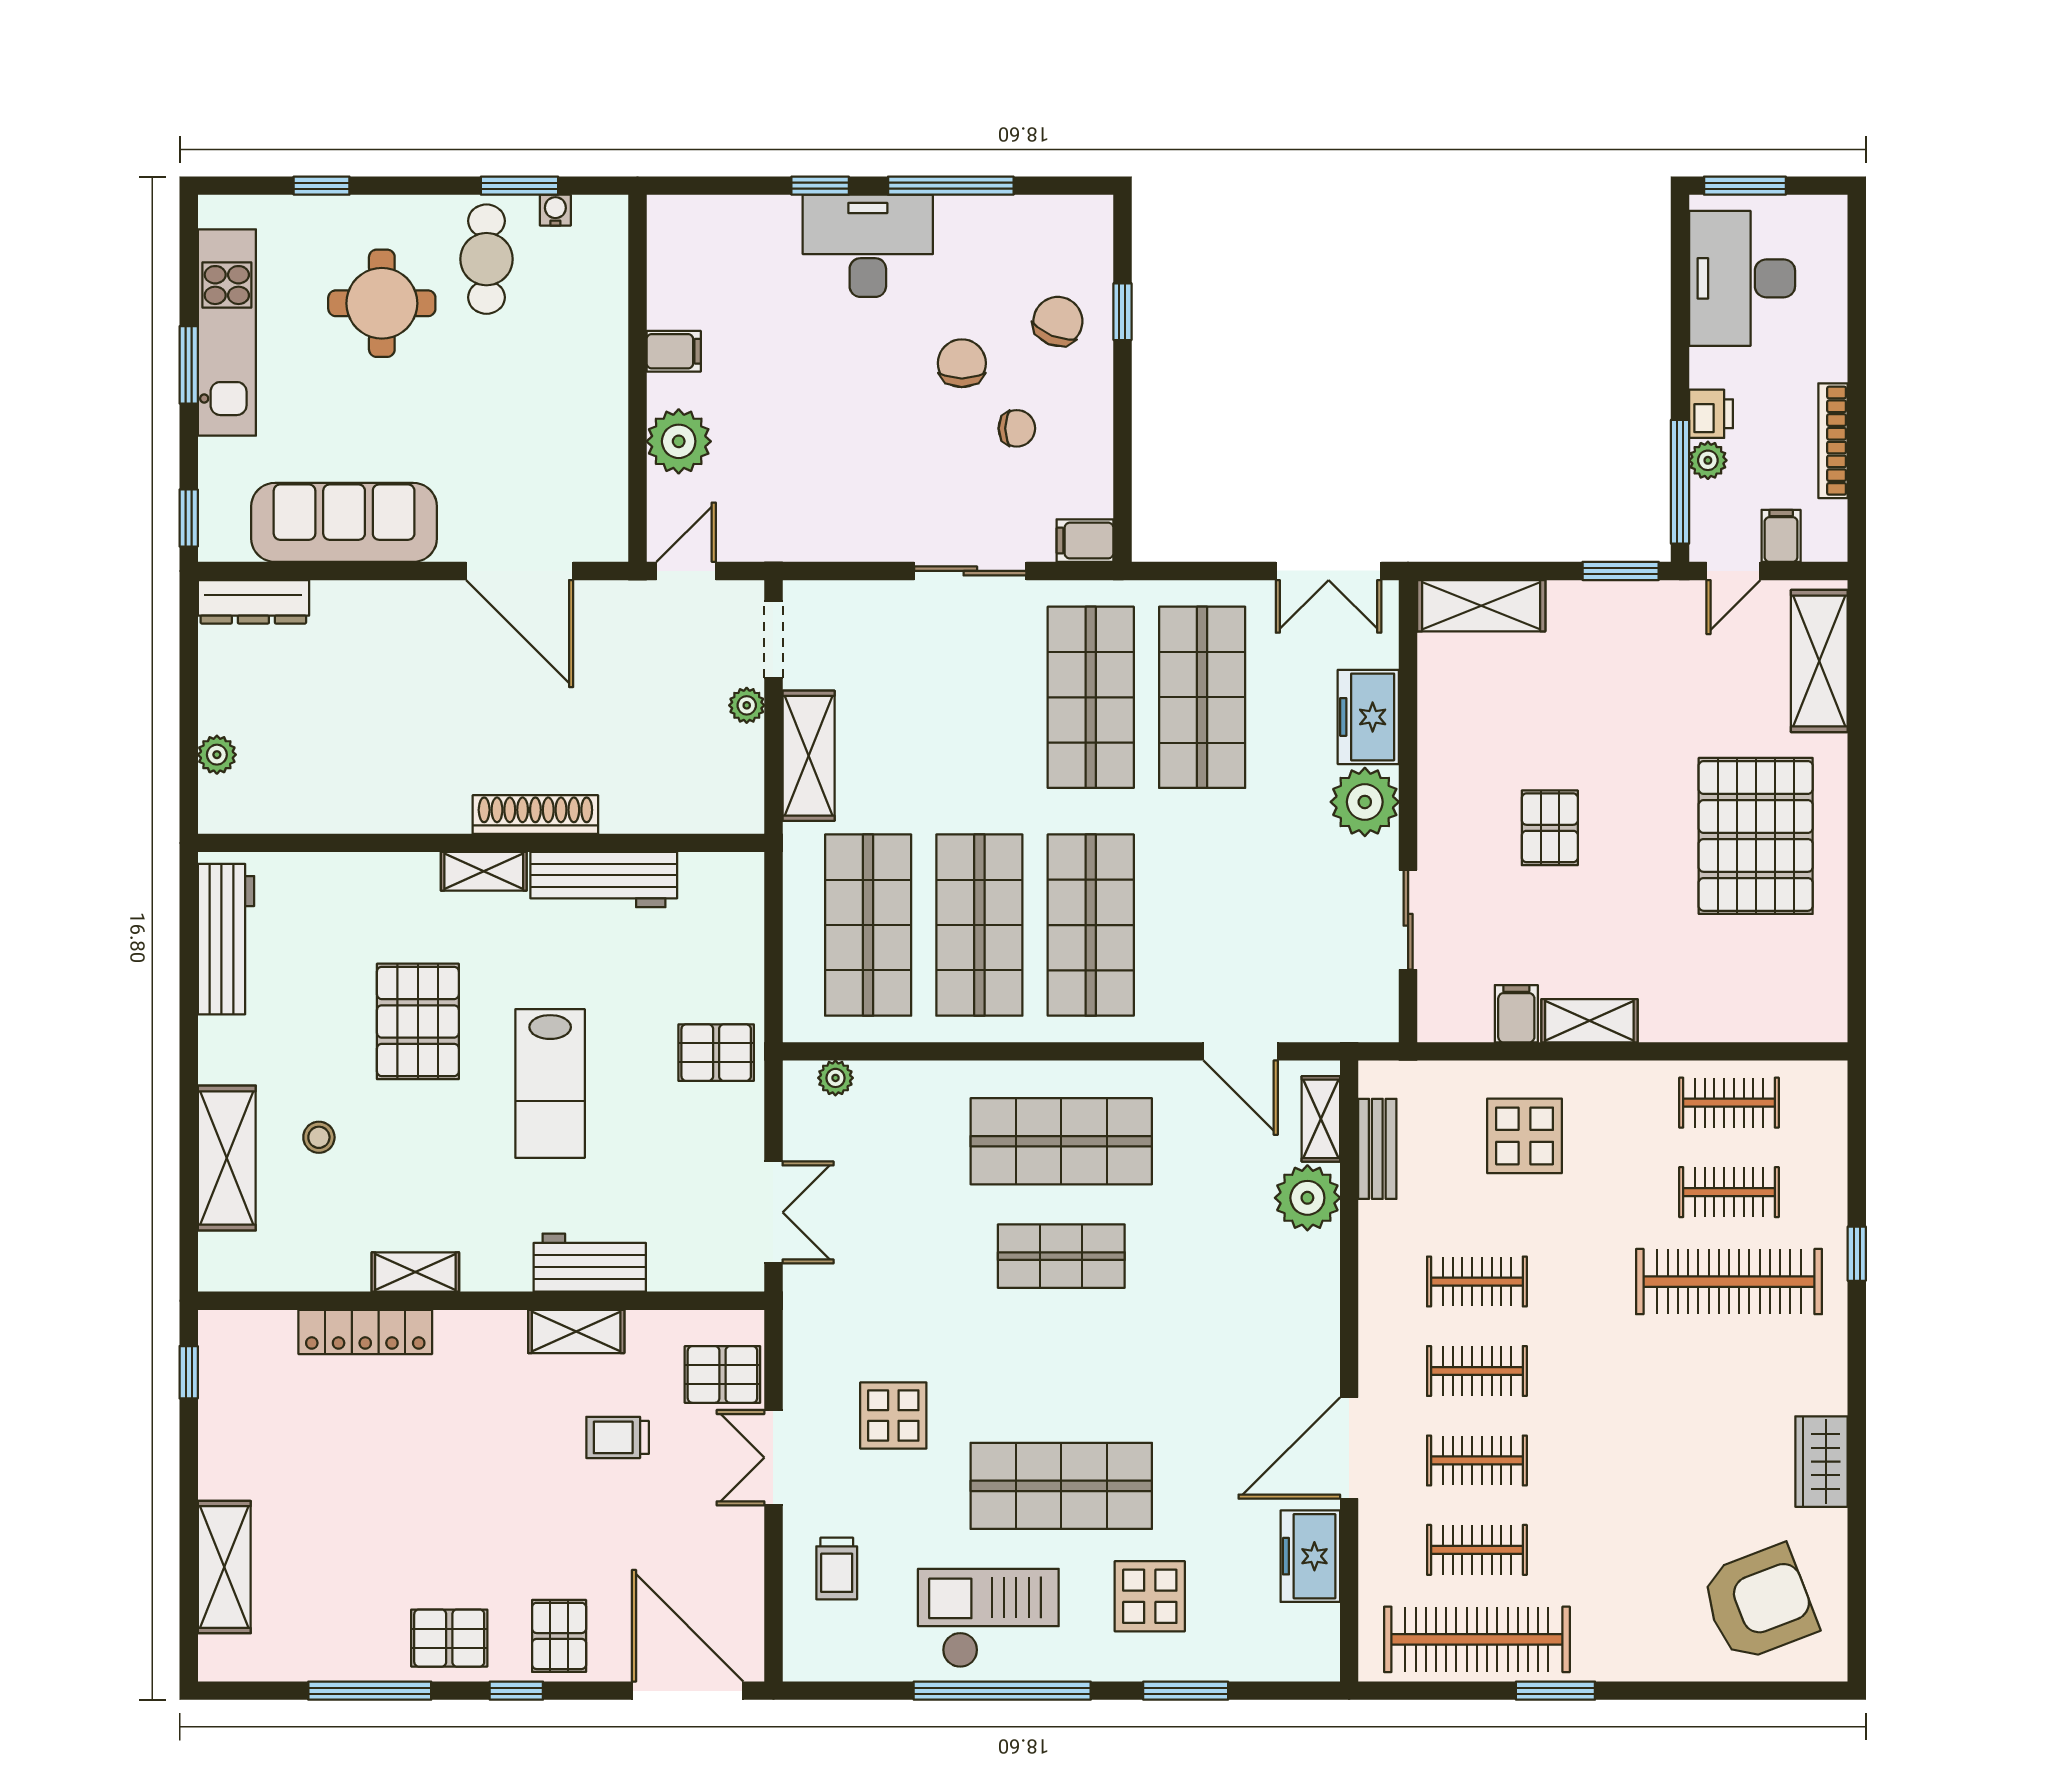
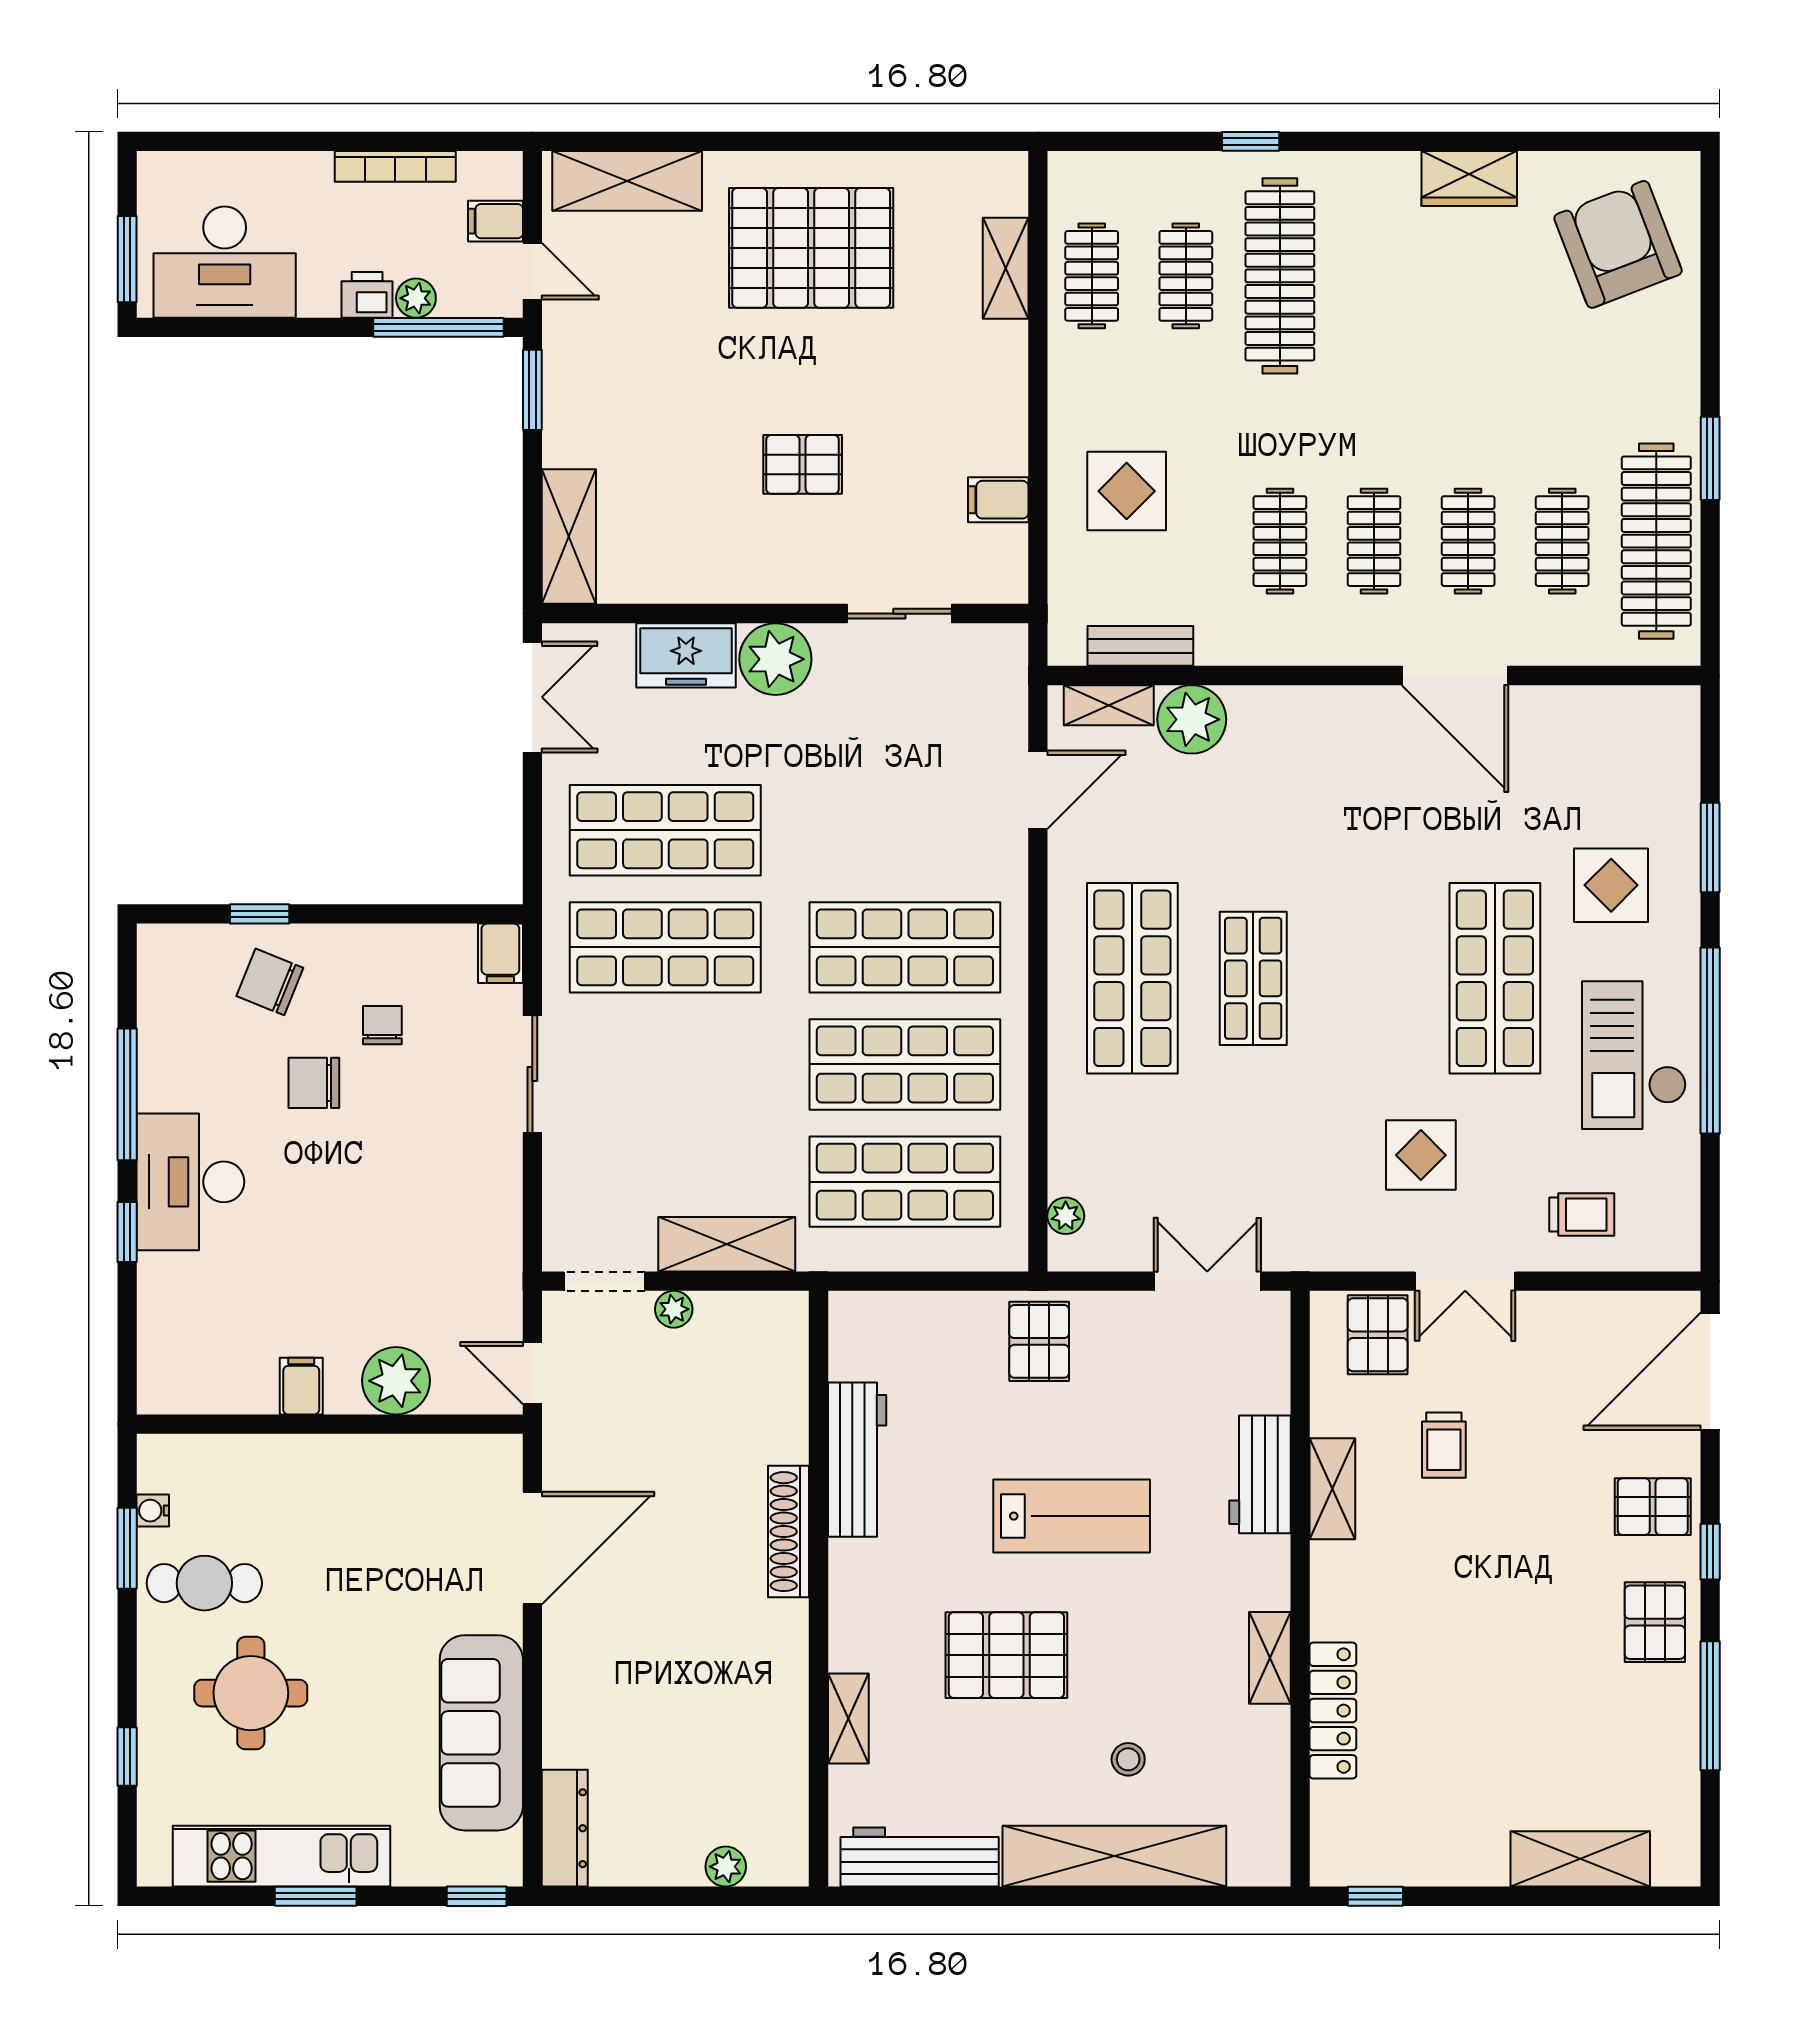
shelving: (484, 871) -> (848, 1719), moved
shelving: (1589, 1021) -> (1006, 268), moved
shelving: (227, 1158) -> (1114, 1856), width x1.47
freezer: (1310, 1556) -> (1569, 716), removed

